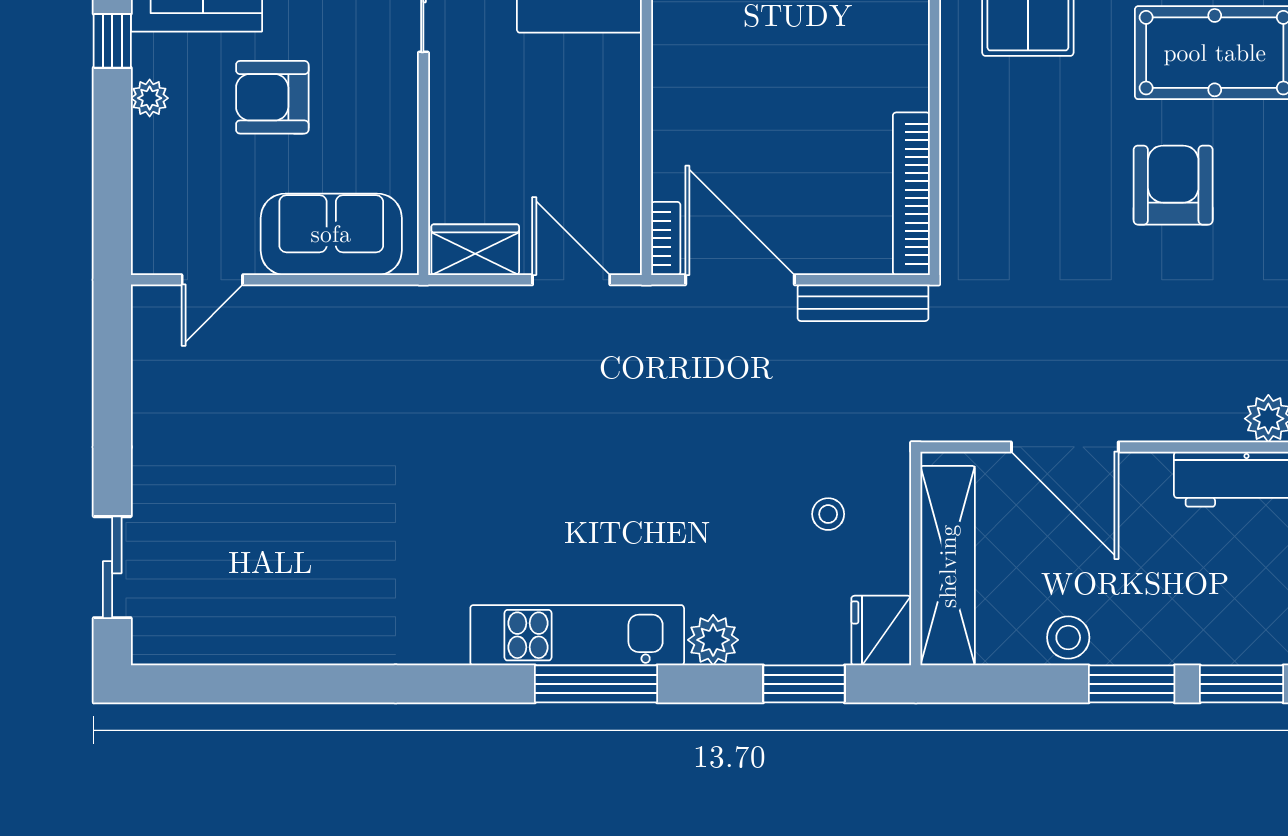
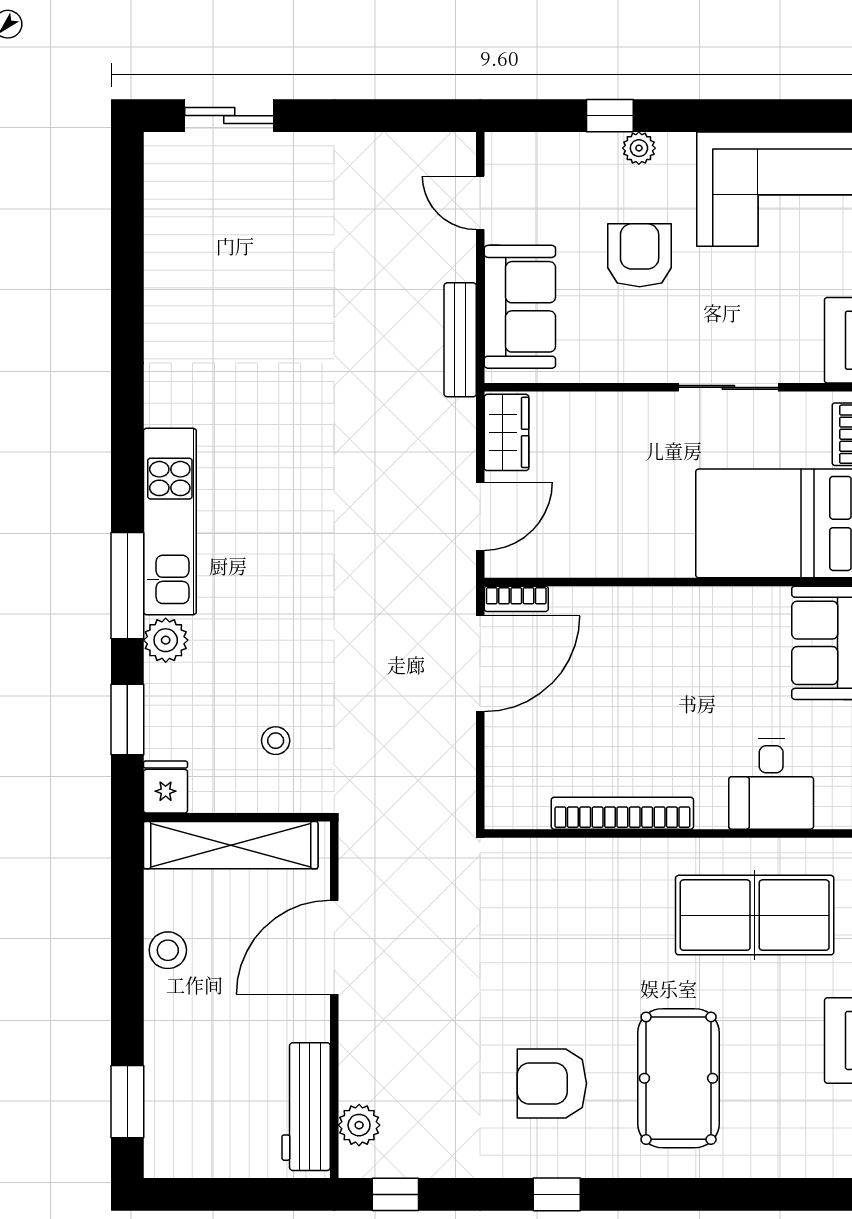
window: (112, 41) -> (610, 116), moved
armchair: (1173, 185) -> (552, 1084), moved, turned 180
bookcase: (911, 194) -> (622, 813), moved
bench: (863, 303) -> (460, 340), moved
fridge: (881, 631) -> (166, 787), width x0.72
window: (596, 684) -> (127, 586), moved
window: (1132, 684) -> (127, 1006), removed

